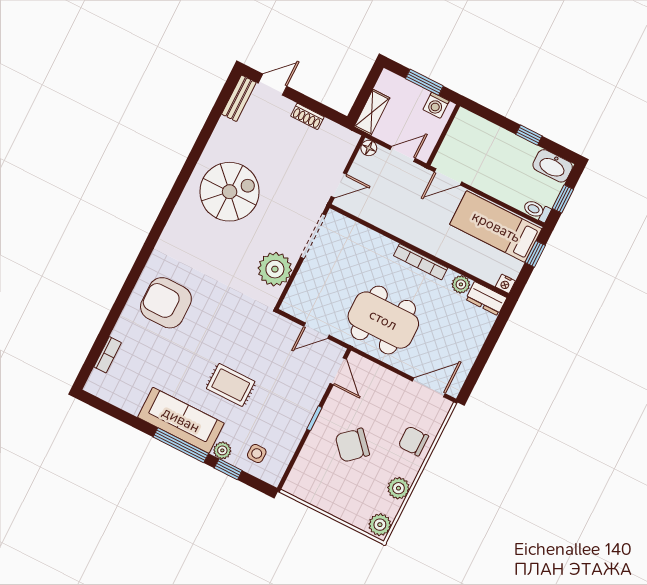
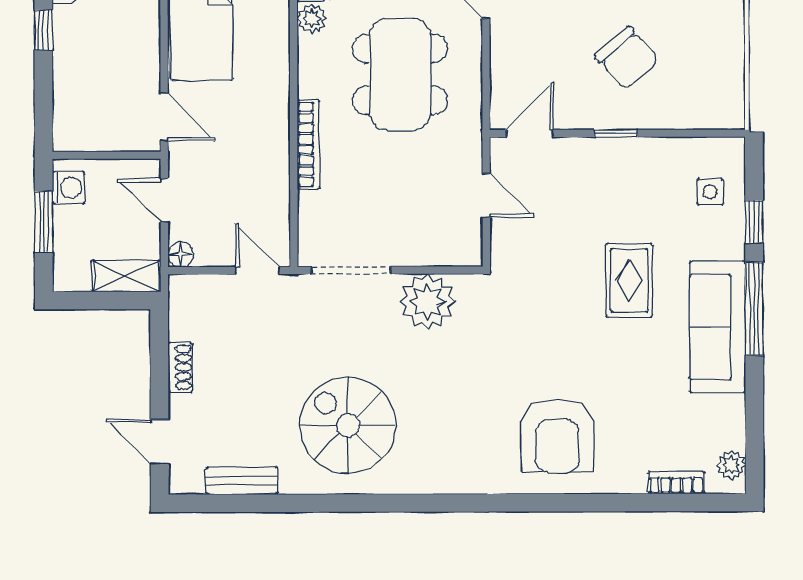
bench: (239, 98) -> (242, 481), moved
bookcase: (421, 262) -> (309, 144), moved
dining table: (383, 320) -> (400, 74), moved
plant: (222, 450) -> (731, 465), moved

